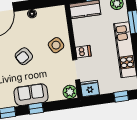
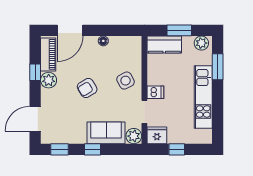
sofa: (31, 95) -> (106, 133), moved
window: (121, 96) -> (177, 149), moved

